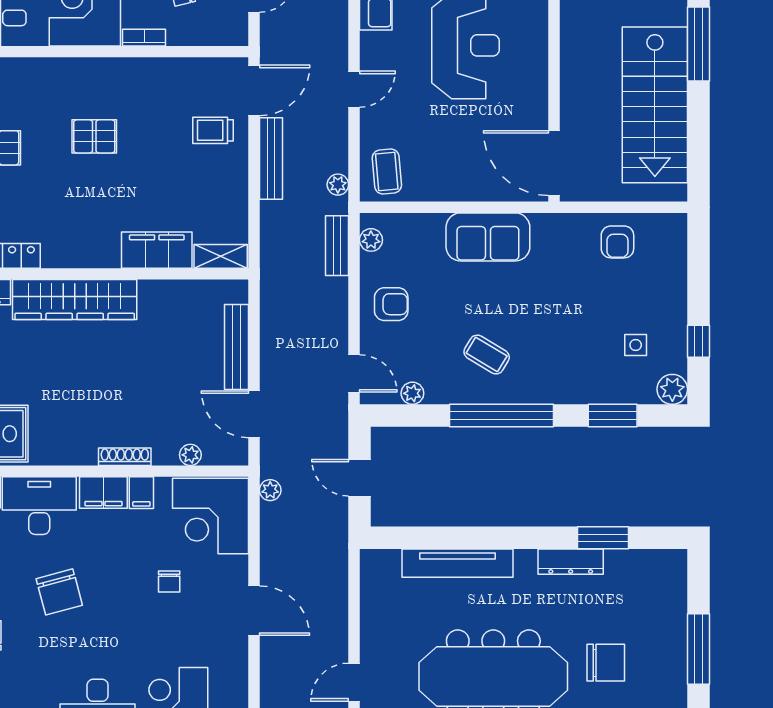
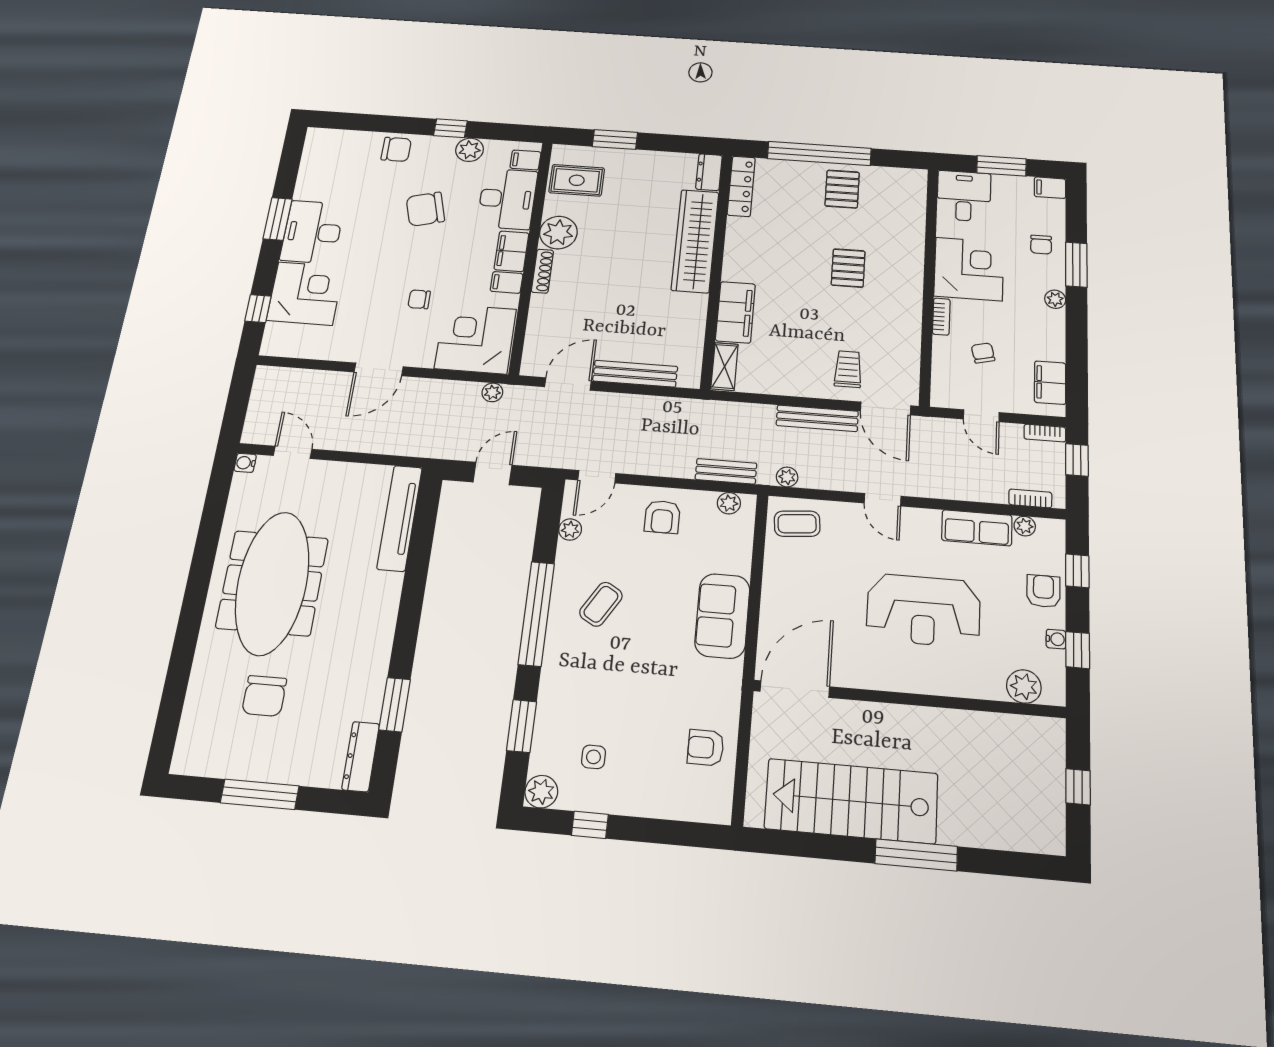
plant: (190, 455) -> (558, 233), moved, width x1.88, depth x1.88
dresser: (571, 562) -> (361, 757), moved
tv unit: (458, 563) -> (400, 518), moved

